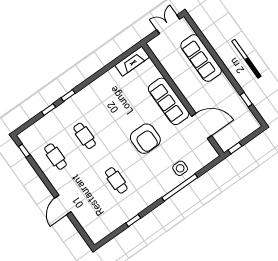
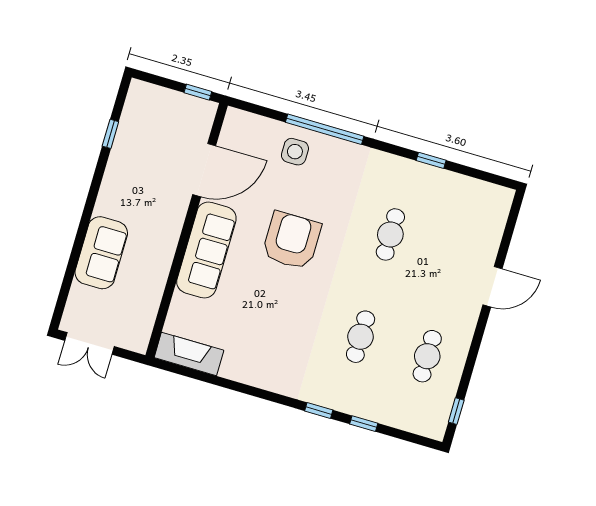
sofa: (201, 58) -> (101, 253), width x0.73
door: (202, 126) -> (204, 170), swing flipped

